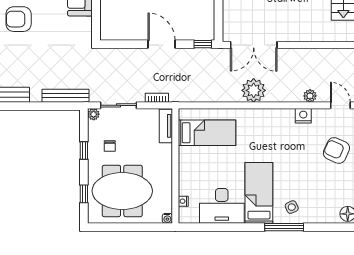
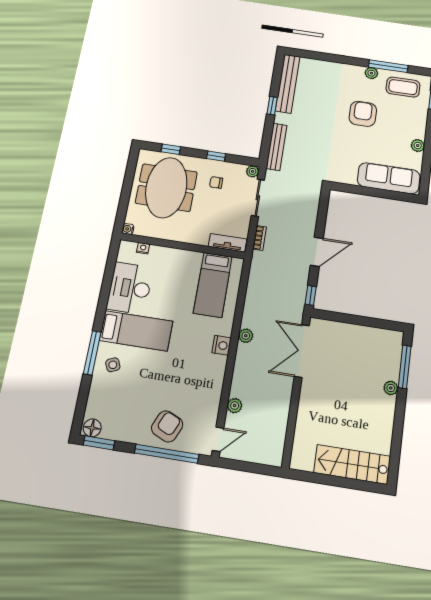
plant: (254, 90) -> (246, 336), width x0.53, depth x0.53
window: (24, 106) -> (272, 106), added
nightstand: (303, 116) -> (222, 345), moved

